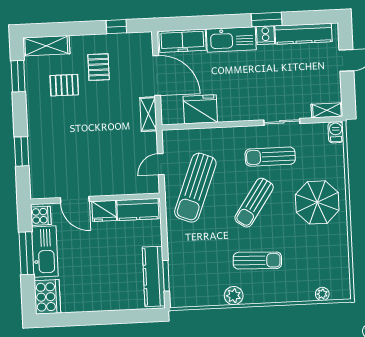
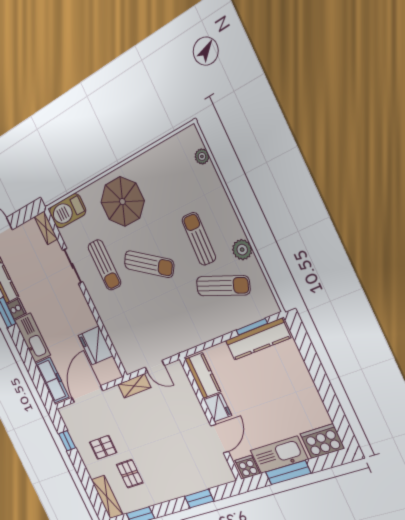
shelving: (148, 114) -> (134, 386), moved
barbecue: (336, 132) -> (68, 211), width x1.88, depth x1.53
sun lounger: (195, 188) -> (223, 286), moved, width x0.73, depth x0.75

